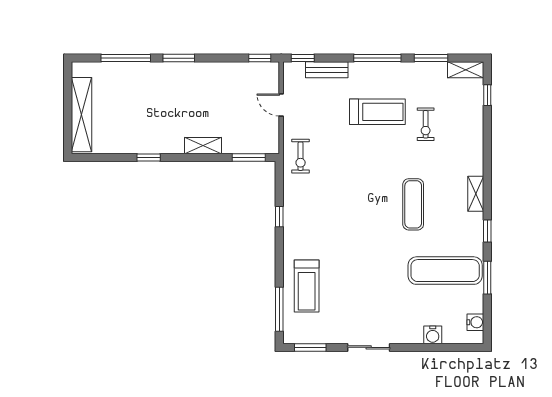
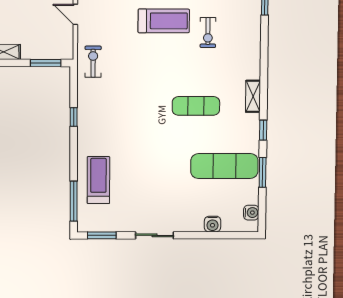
exercise bike: (301, 156) -> (93, 62), turned 180
exercise mat: (413, 204) -> (196, 106), turned 90
treadmill: (307, 286) -> (98, 180), turned 180

